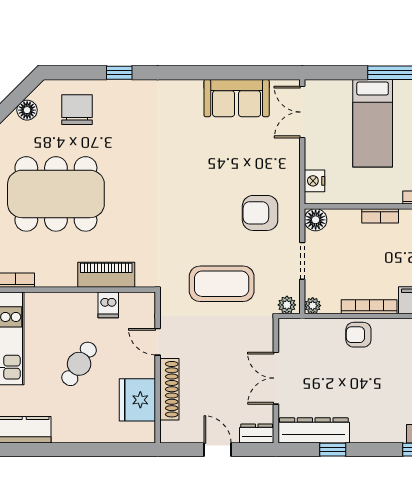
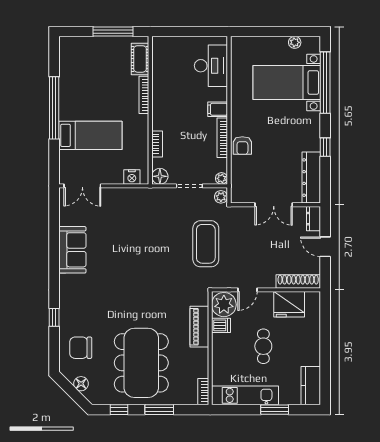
sofa: (237, 98) -> (72, 250), moved
armchair: (260, 213) -> (155, 216), removed
bookcase: (380, 216) -> (157, 144), moved
plant: (137, 309) -> (224, 305), added
cafe table: (79, 364) -> (263, 346), turned 57
shoe rack: (169, 389) -> (298, 281), moved
door: (217, 450) -> (325, 247), hinge flipped
window: (333, 450) -> (325, 147), moved

